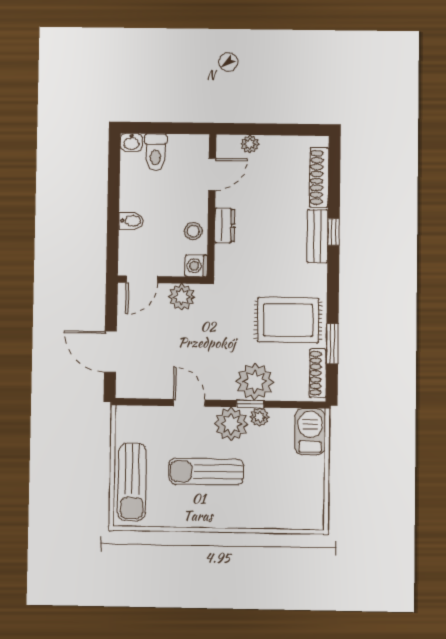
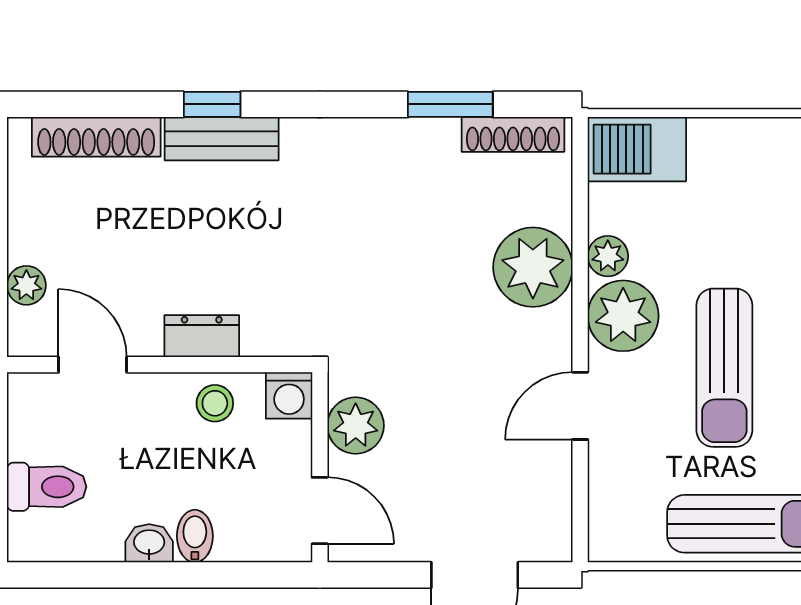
washbasin: (131, 142) -> (149, 543), moved, turned -90
rug: (288, 320) -> (401, 199), removed
window: (250, 404) -> (580, 276), removed

